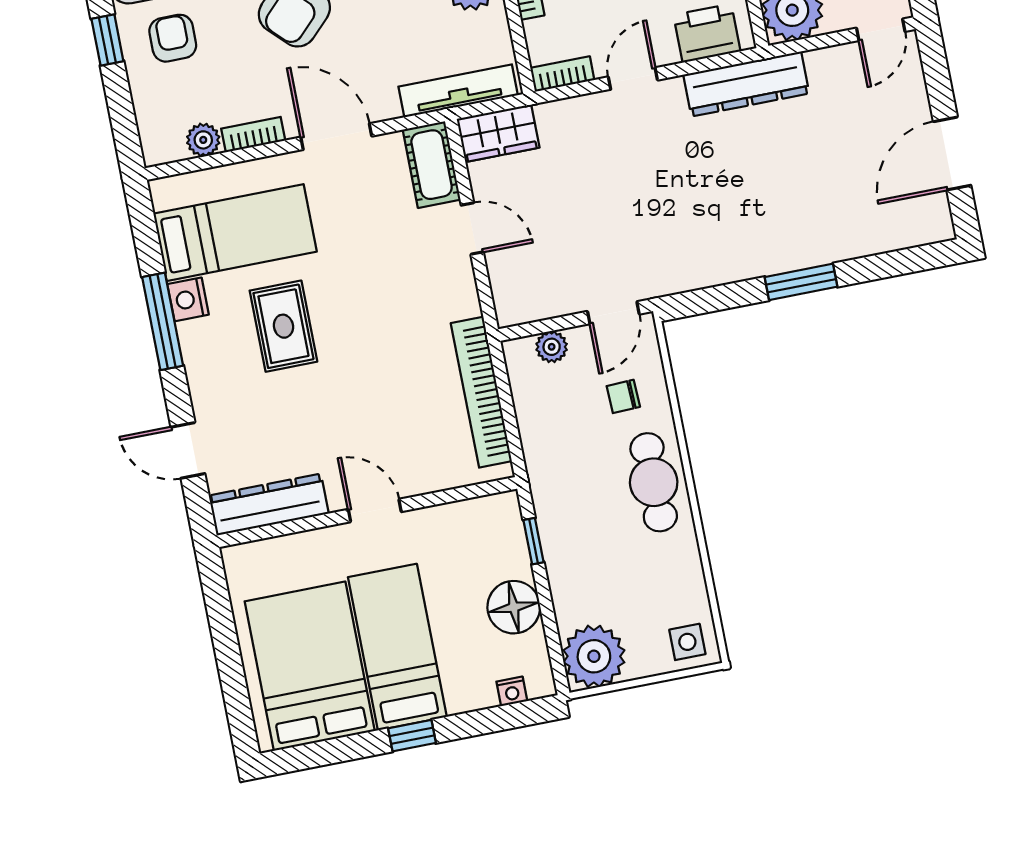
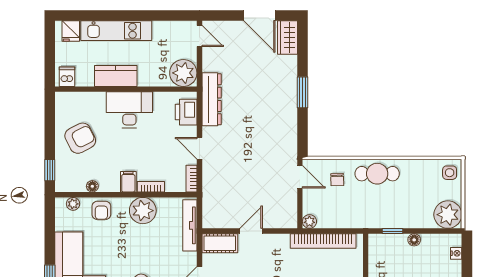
wardrobe: (498, 133) -> (287, 38), moved, turned 180
plant: (552, 347) -> (309, 221), moved
floor lamp: (514, 607) -> (414, 240), width x0.53, depth x0.53

